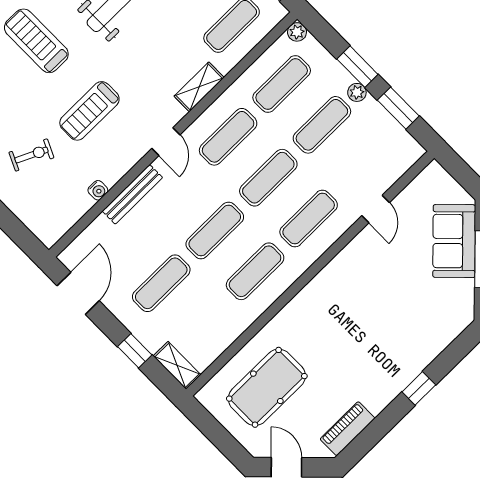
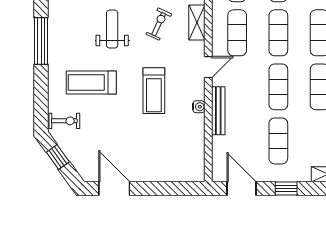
door: (166, 142) -> (208, 67), hinge flipped
exercise bike: (31, 155) -> (159, 24), moved
water cooler: (98, 190) -> (199, 107), moved
window: (135, 351) -> (286, 189), moved

